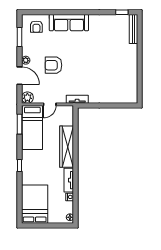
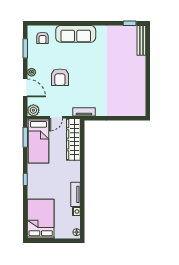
armchair: (53, 65) -> (60, 77), turned -90
wardrobe: (67, 147) -> (73, 139), moved

